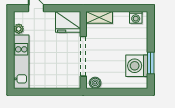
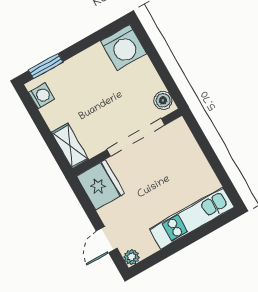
plant: (19, 29) -> (132, 257), moved
window: (151, 63) -> (46, 66), moved
washing machine: (137, 66) -> (123, 47), moved

